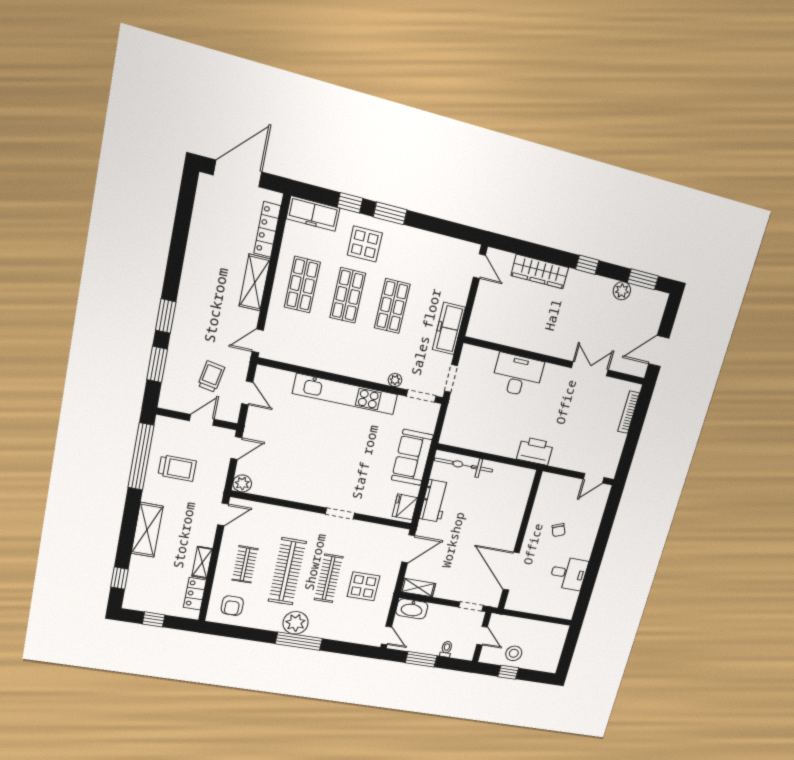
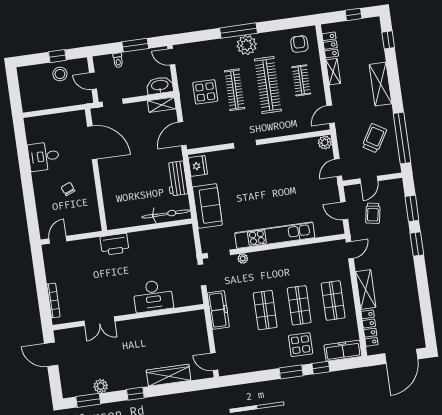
door: (659, 351) -> (51, 354), swing flipped
trolley: (177, 468) -> (374, 138), turned 121

